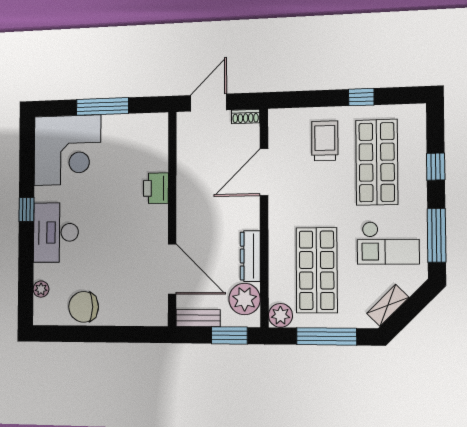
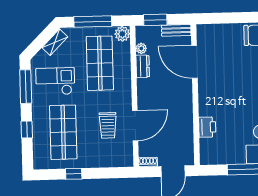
trolley: (325, 141) -> (108, 125), moved
printer: (156, 188) -> (207, 127), moved
dresser: (250, 256) -> (143, 66), width x0.70
plant: (245, 299) -> (141, 48), width x0.53, depth x0.53

